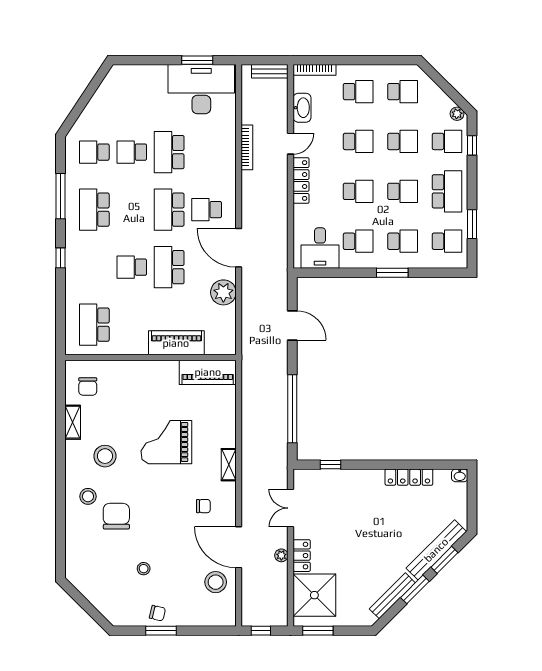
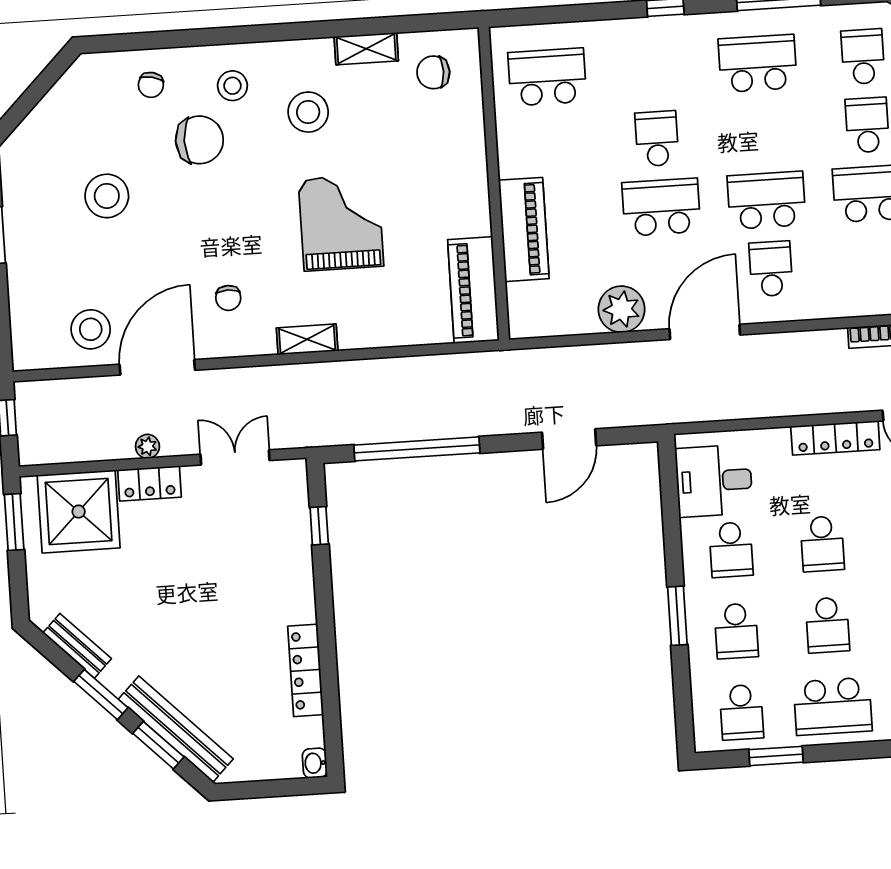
stool: (144, 569) -> (107, 196), width x1.89, depth x1.89
bench: (392, 596) -> (77, 646), width x0.73
chair: (157, 613) -> (151, 85), moved

